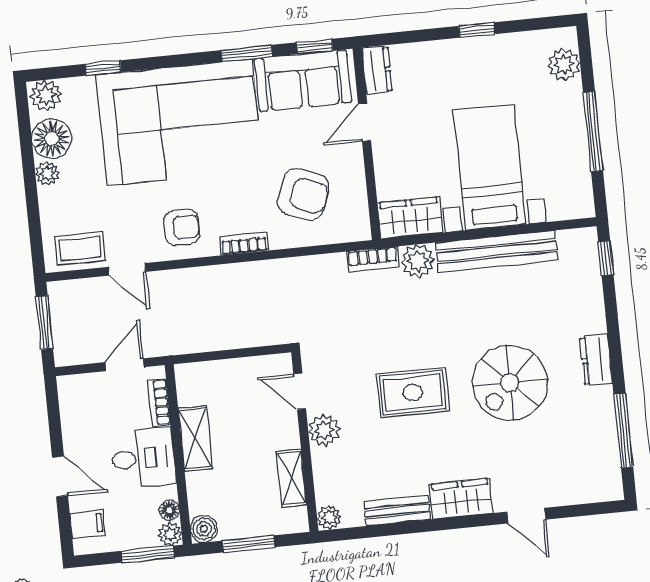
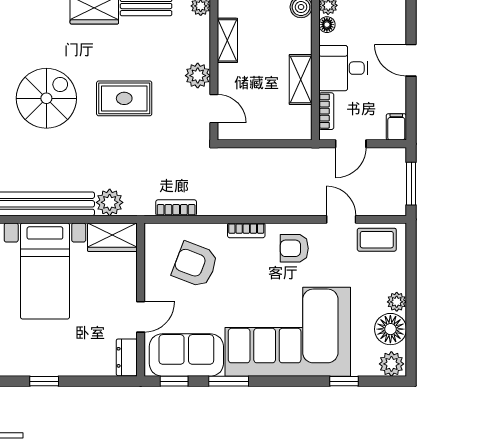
bookcase: (373, 259) -> (176, 208), moved
filing cabinet: (88, 524) -> (396, 127), moved, turned 90

